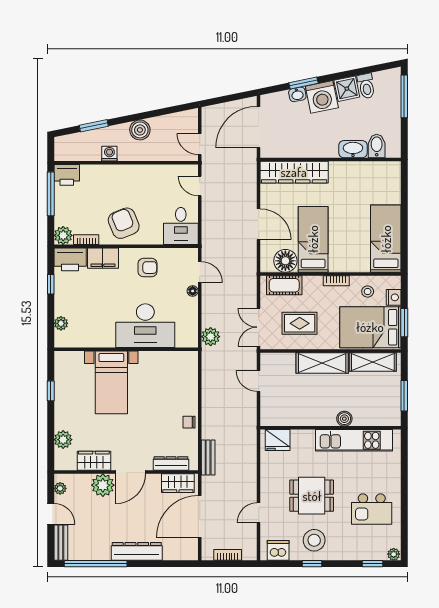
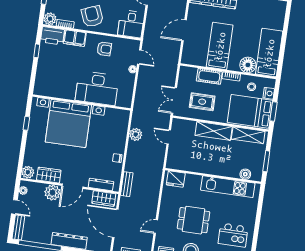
door: (259, 224) -> (184, 30), swing flipped
floor lamp: (285, 261) -> (248, 65), moved
cot: (284, 285) -> (209, 76), moved
plant: (61, 323) -> (40, 78), removed
plant: (211, 337) -> (136, 134), moved
bed with nightstands: (111, 382) -> (68, 124), width x1.85
boiler: (344, 419) -> (245, 174), moved
plant: (63, 440) -> (28, 172), moved
door: (200, 516) -> (115, 223), hinge flipped

